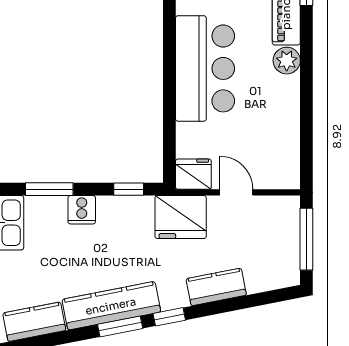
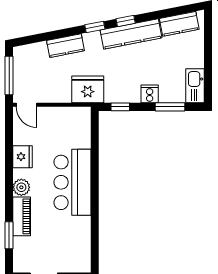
fridge: (193, 174) -> (23, 157), moved, turned -90
door: (236, 192) -> (26, 105), moved
window: (120, 326) -> (126, 21), width x0.67

